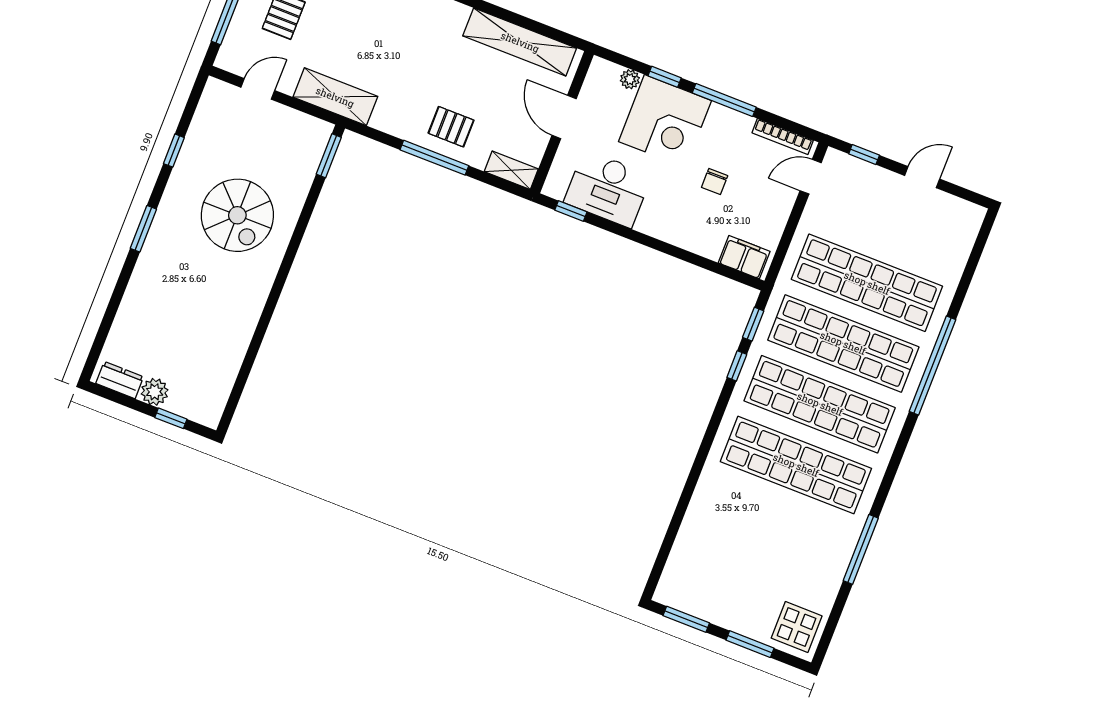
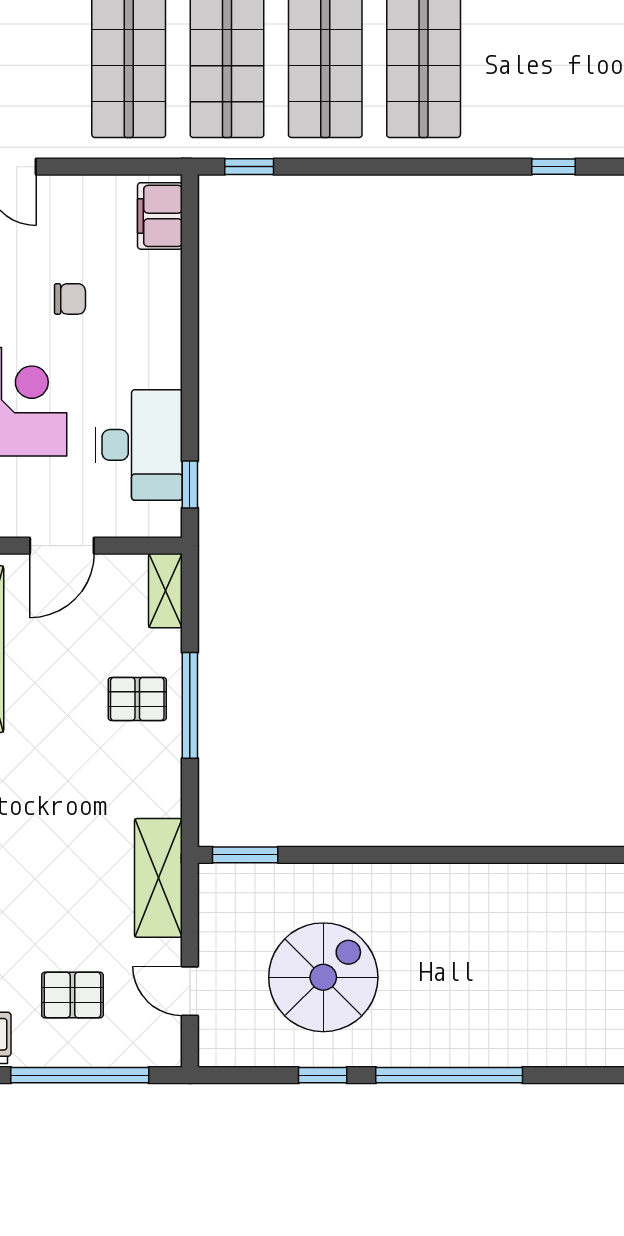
pallet: (451, 127) -> (137, 699), turned 90
spiral stairs: (237, 215) -> (323, 977), moved
window: (143, 229) -> (449, 1075), width x2.11
window: (737, 366) -> (553, 167), moved

